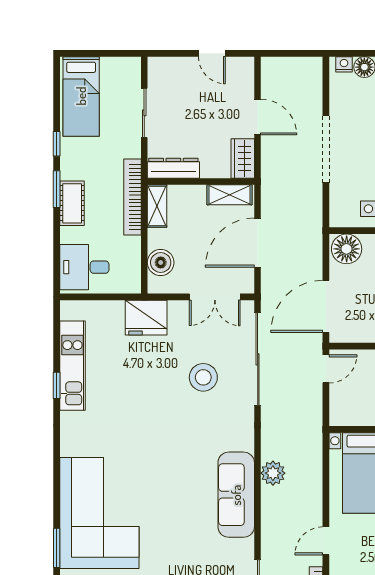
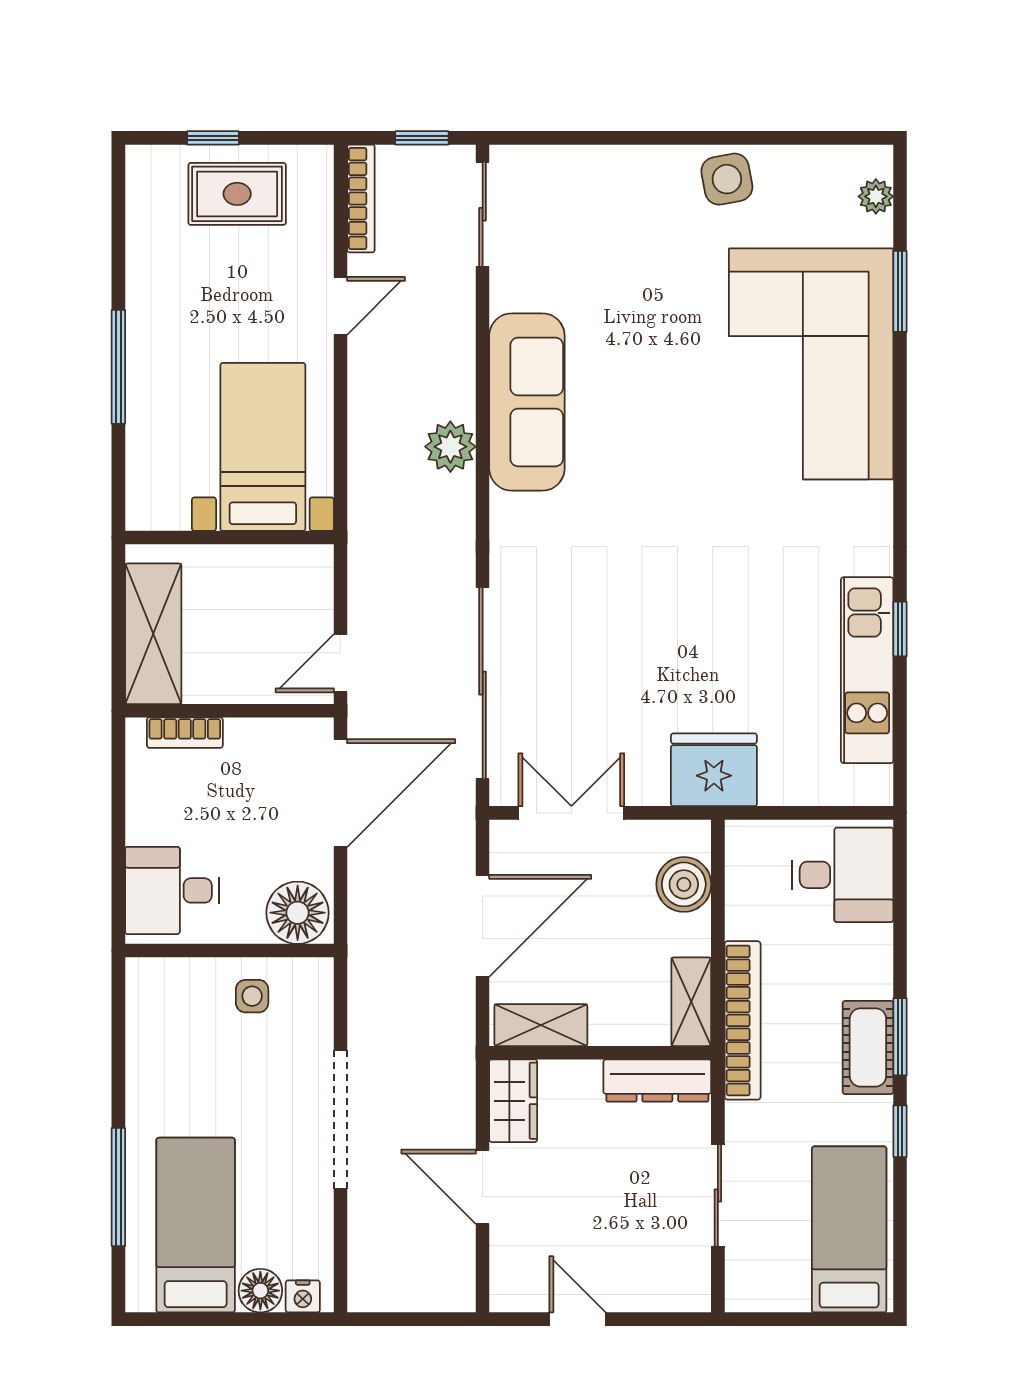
cot: (72, 203) -> (868, 1047), moved
stool: (203, 377) -> (595, 646), removed

